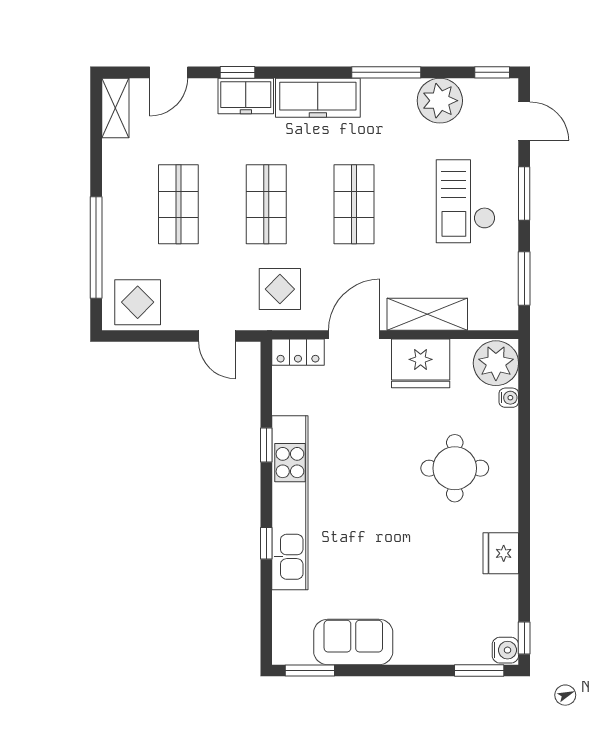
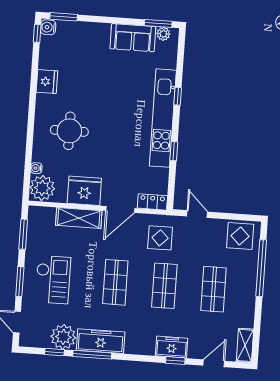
window: (492, 72) -> (54, 352), moved
freezer: (318, 98) -> (101, 341), moved
plant: (299, 653) -> (163, 34), added

